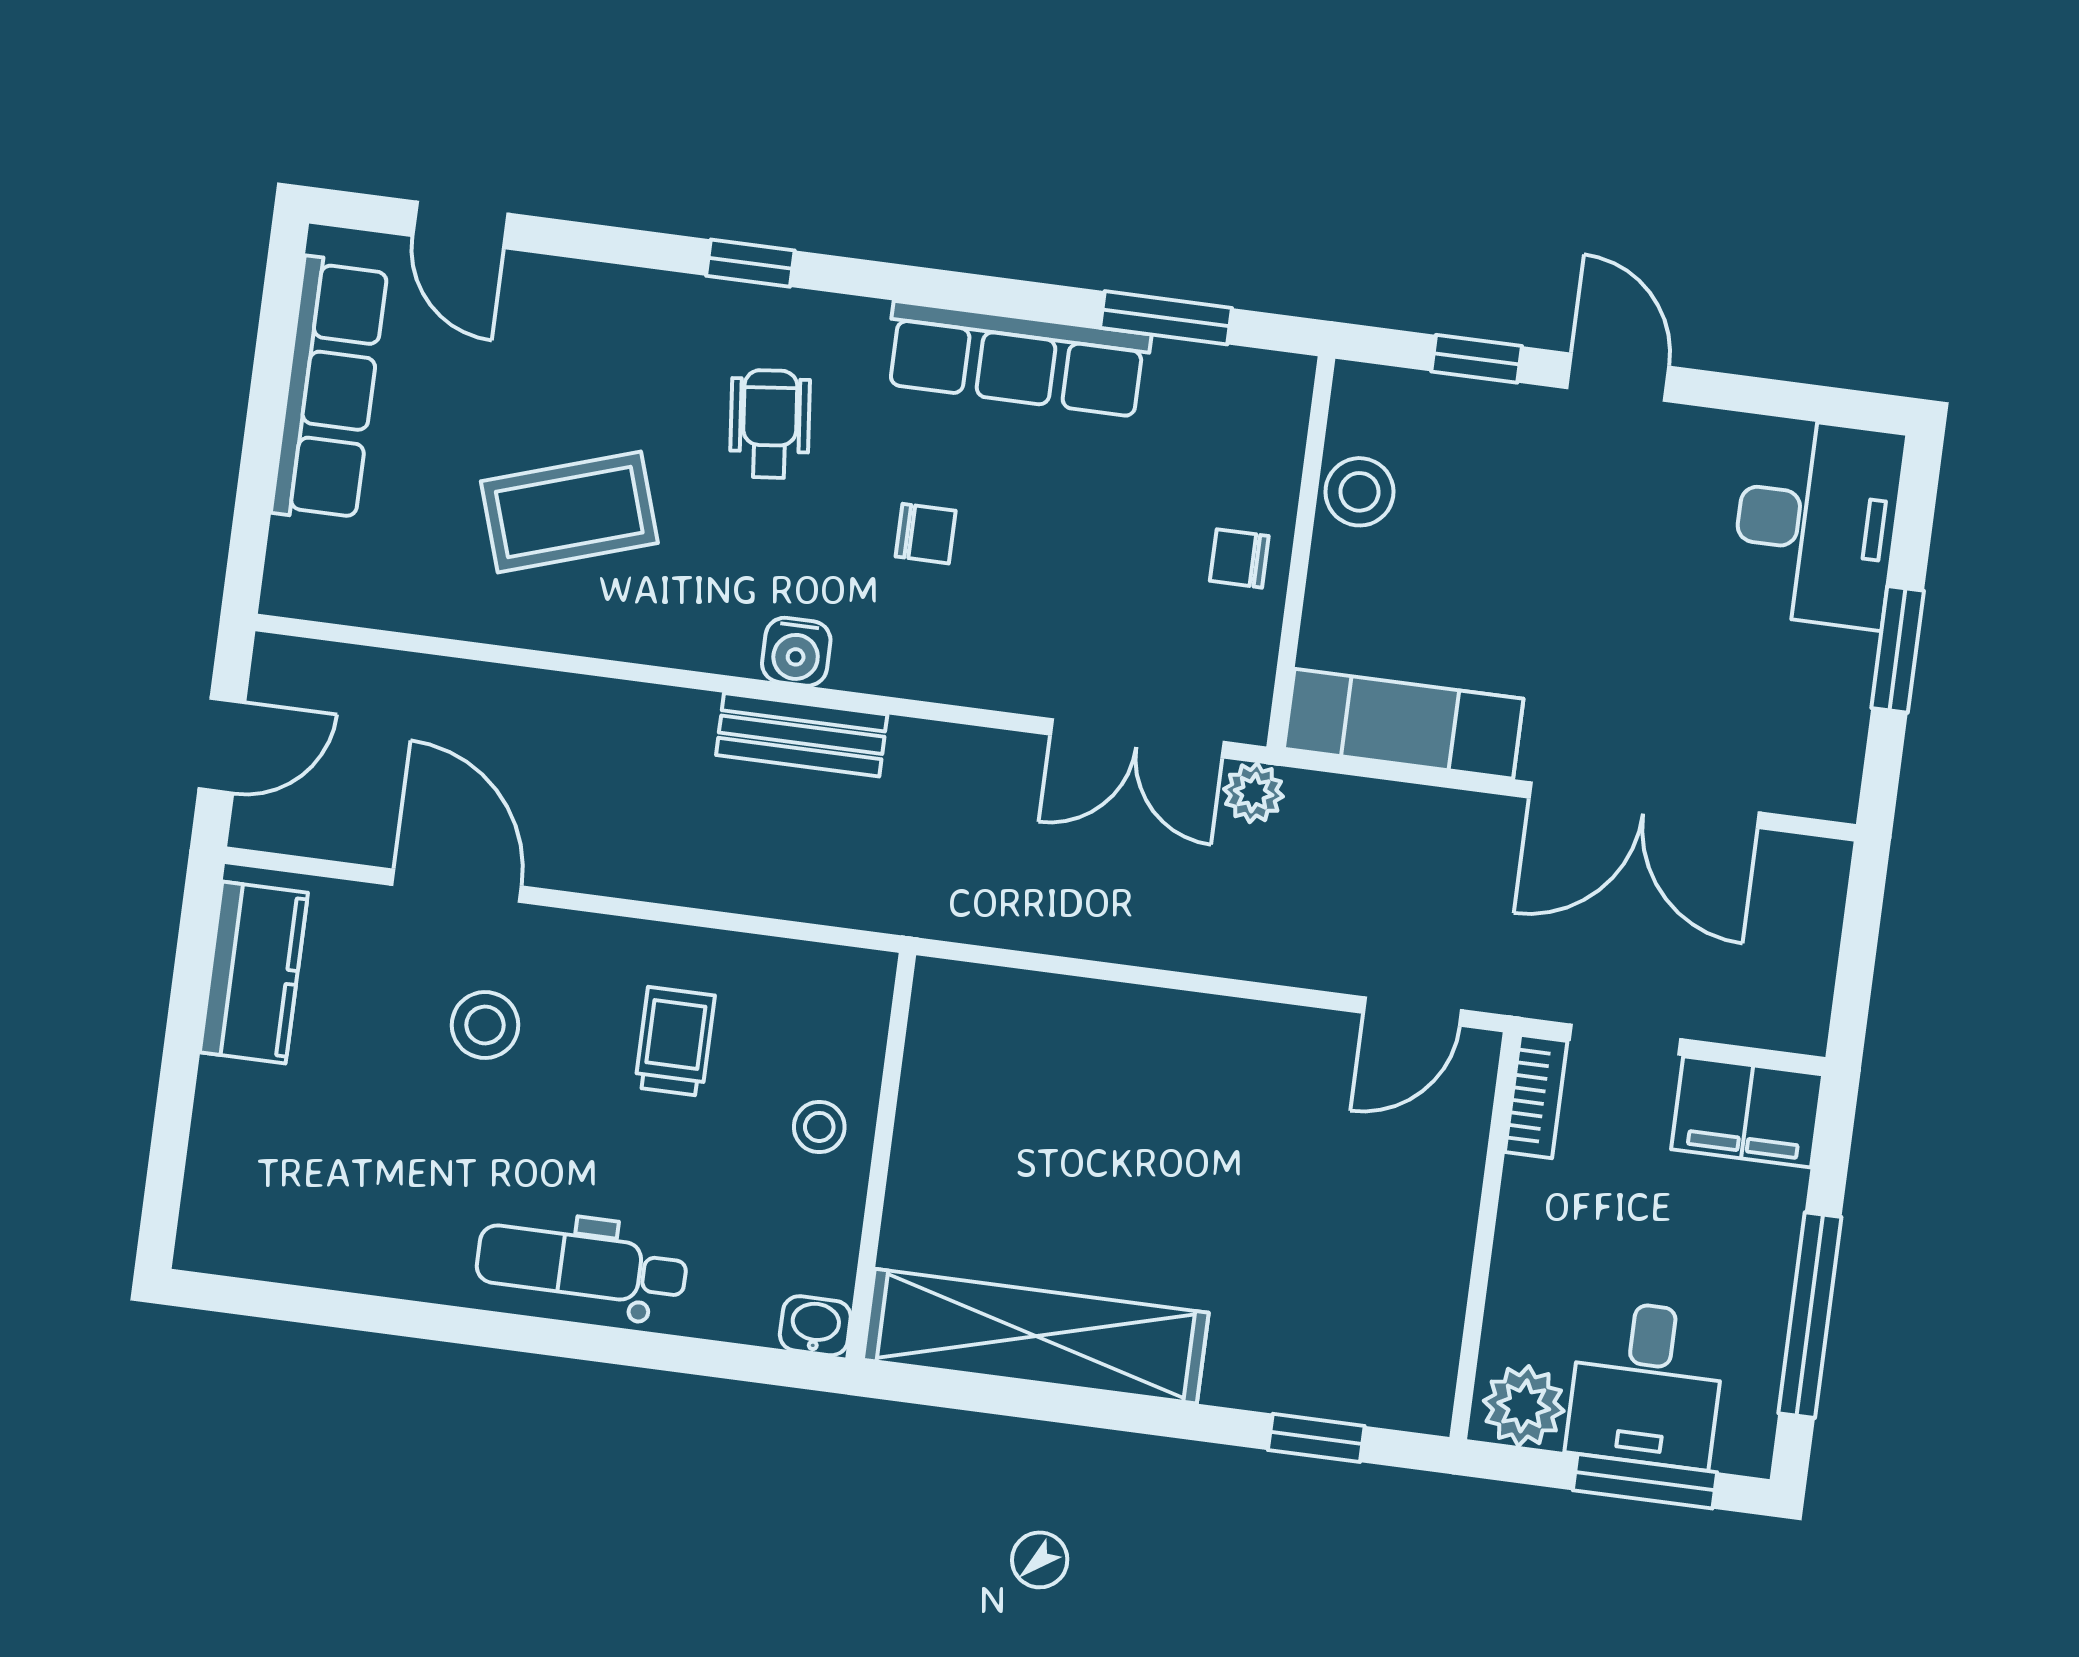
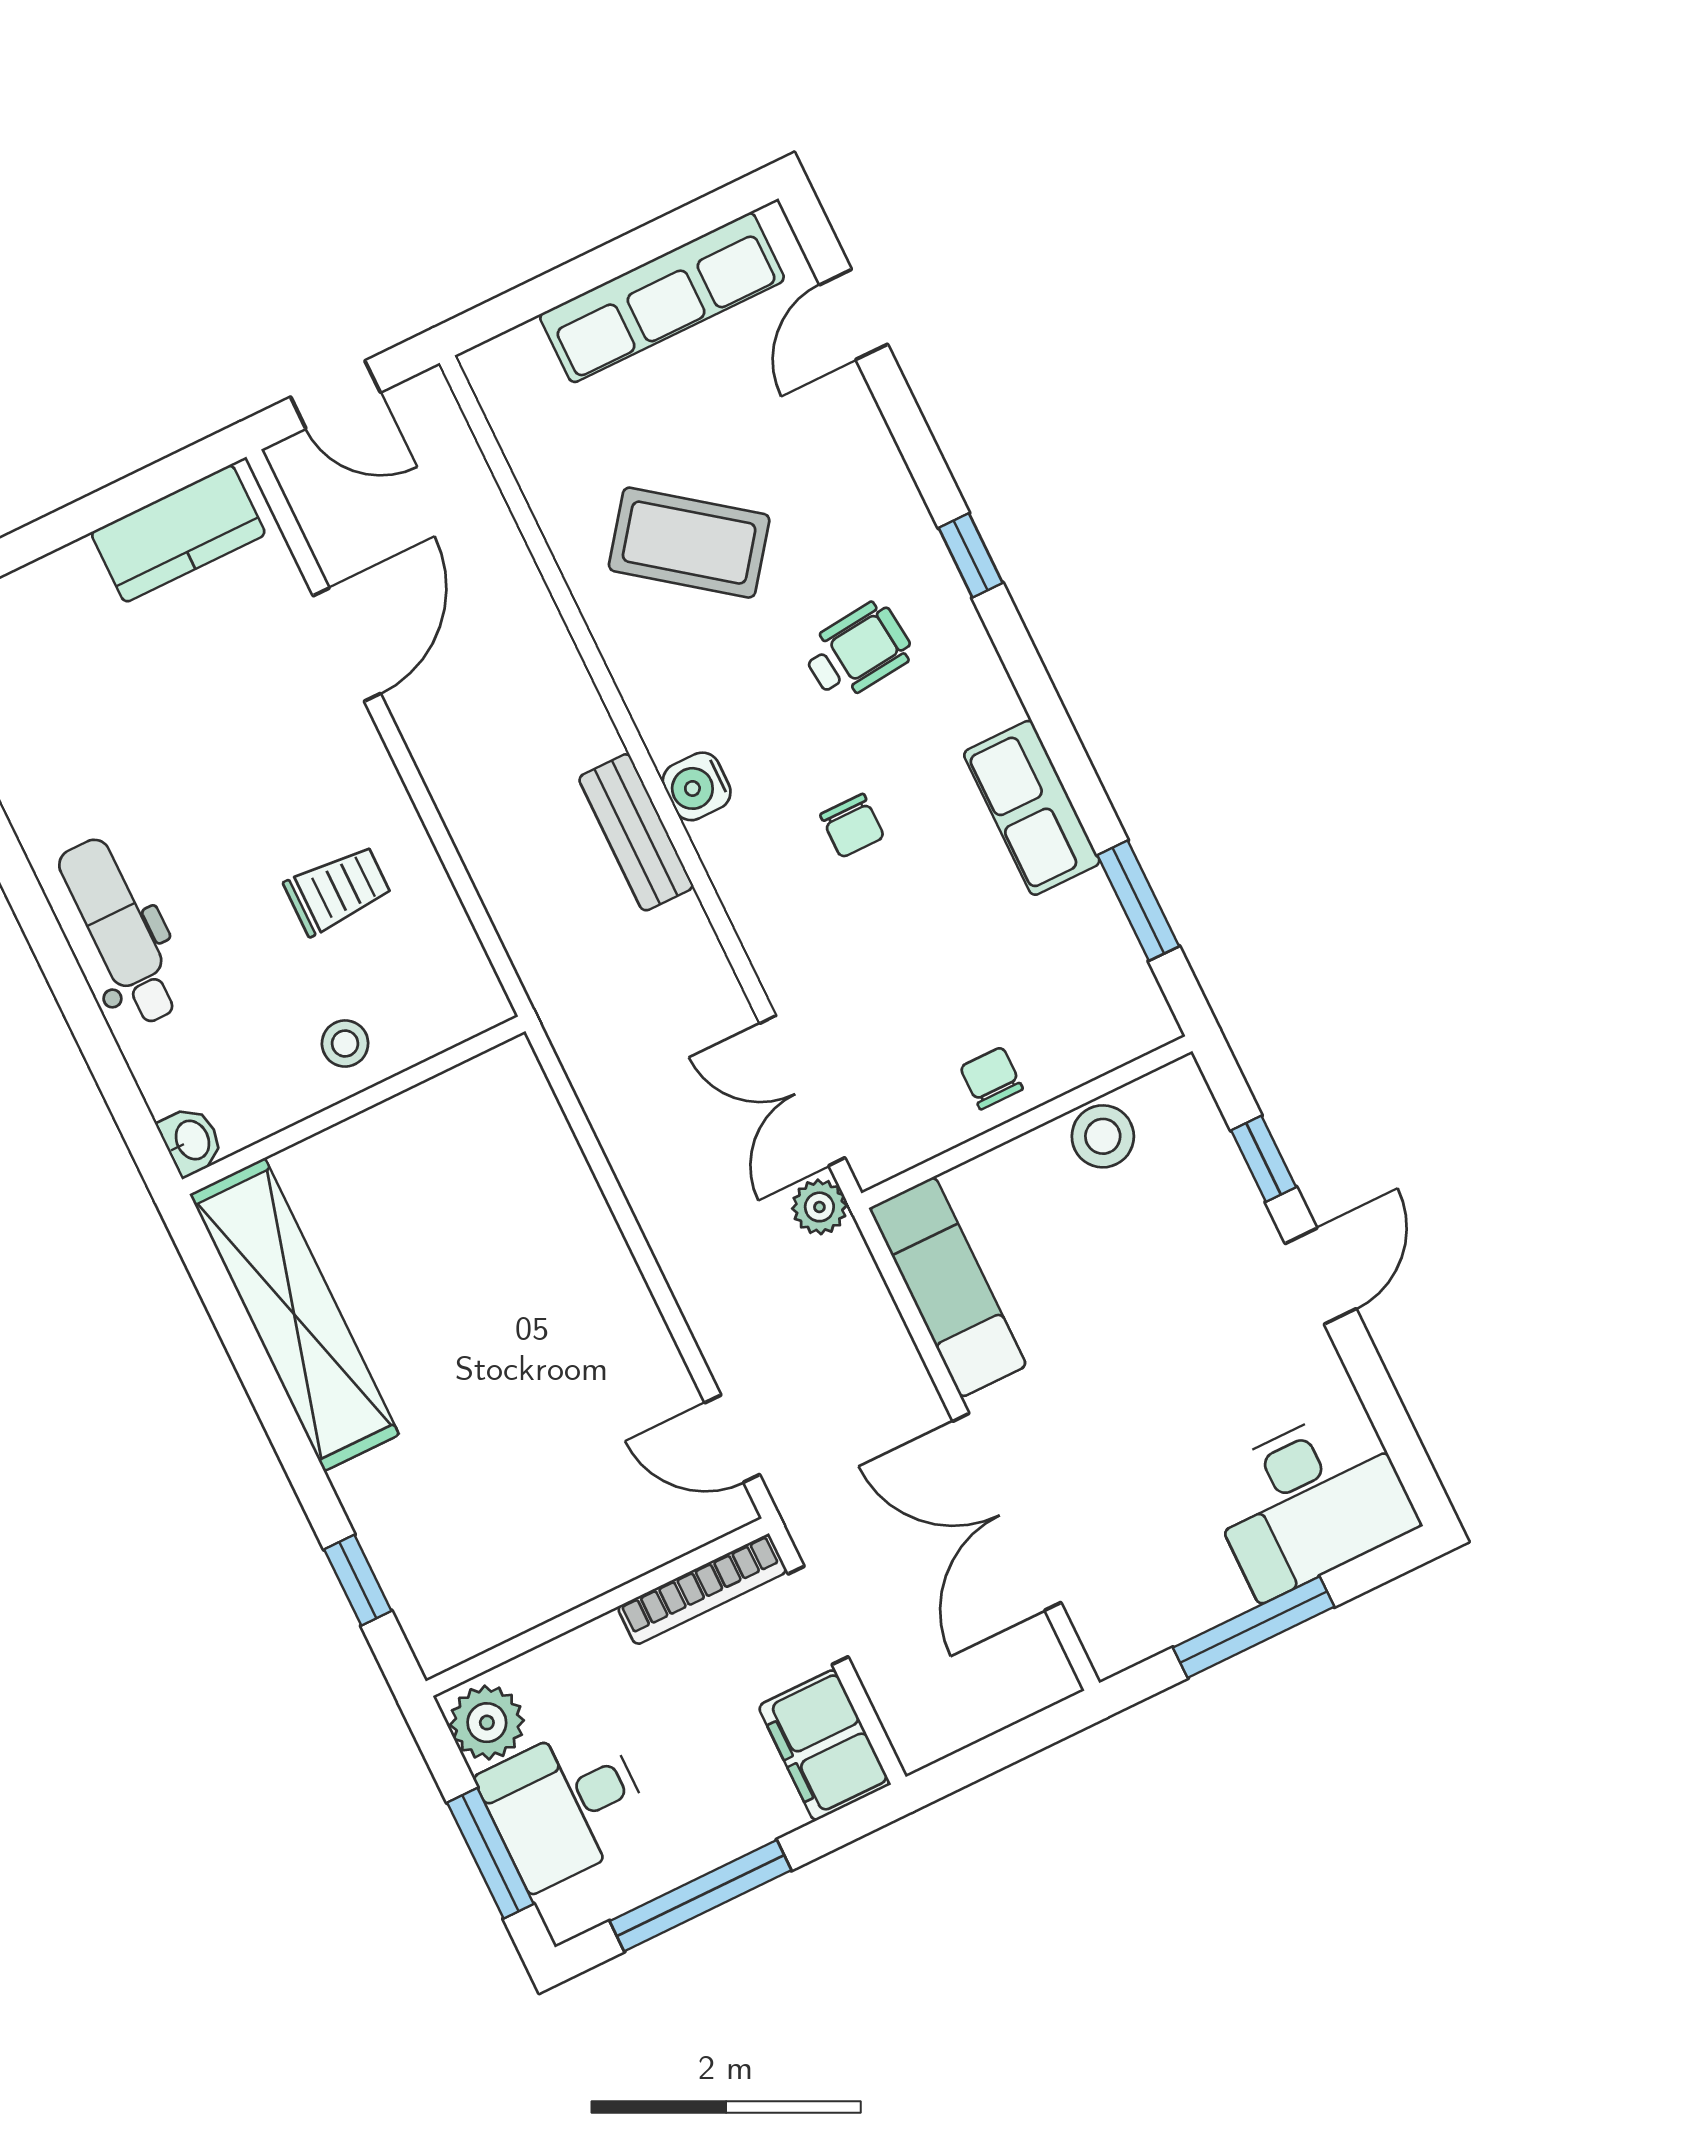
row of seats: (1017, 359) -> (1032, 808), width x0.68
coffee table: (569, 512) -> (689, 543), turned -35
window: (1898, 649) -> (1254, 1627), width x1.44
stool: (485, 1025) -> (255, 737), removed
bookcase: (1536, 1096) -> (702, 1589), width x1.56

